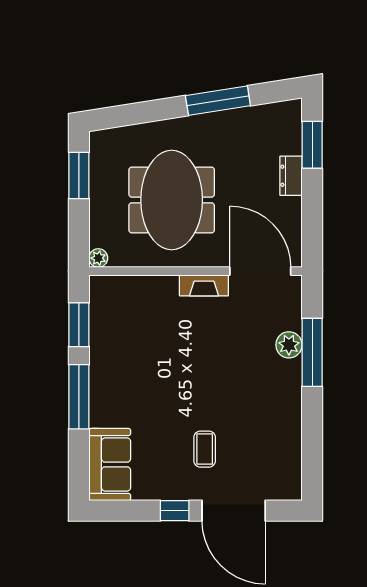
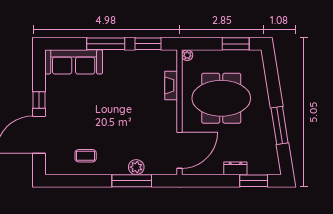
fireplace: (204, 285) -> (171, 85), moved
coffee table: (205, 449) -> (86, 156), moved
sofa: (110, 465) -> (74, 62), width x1.36

